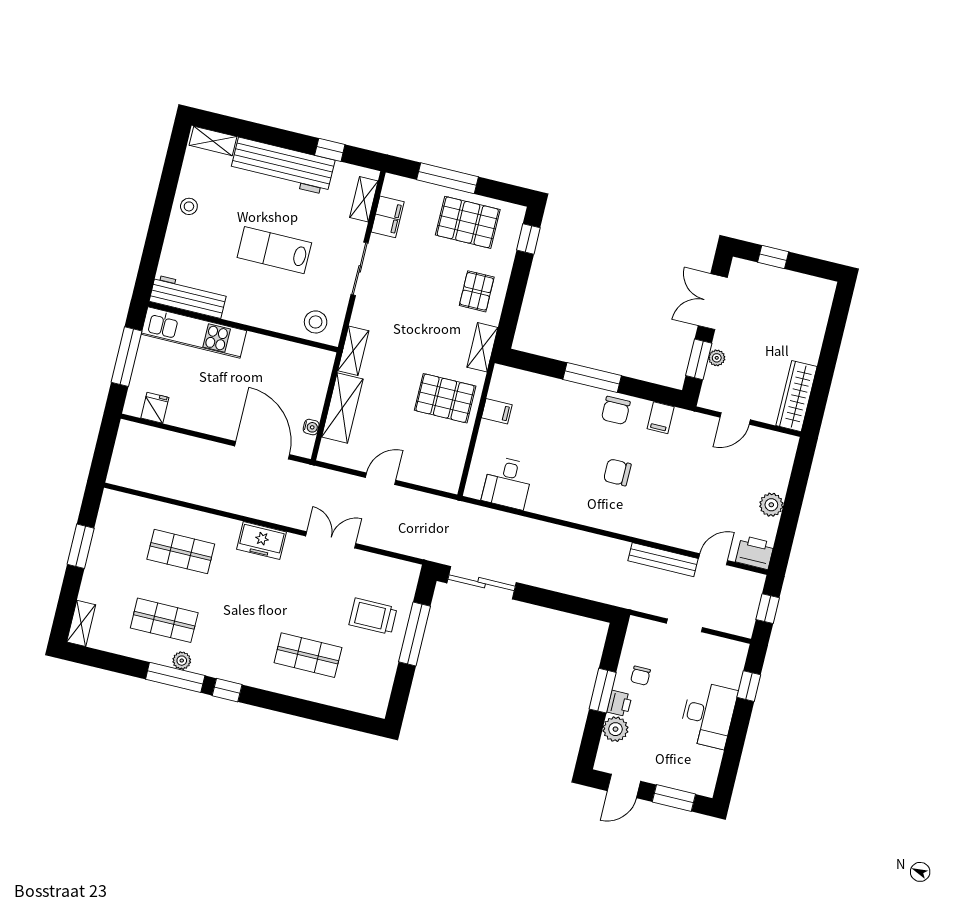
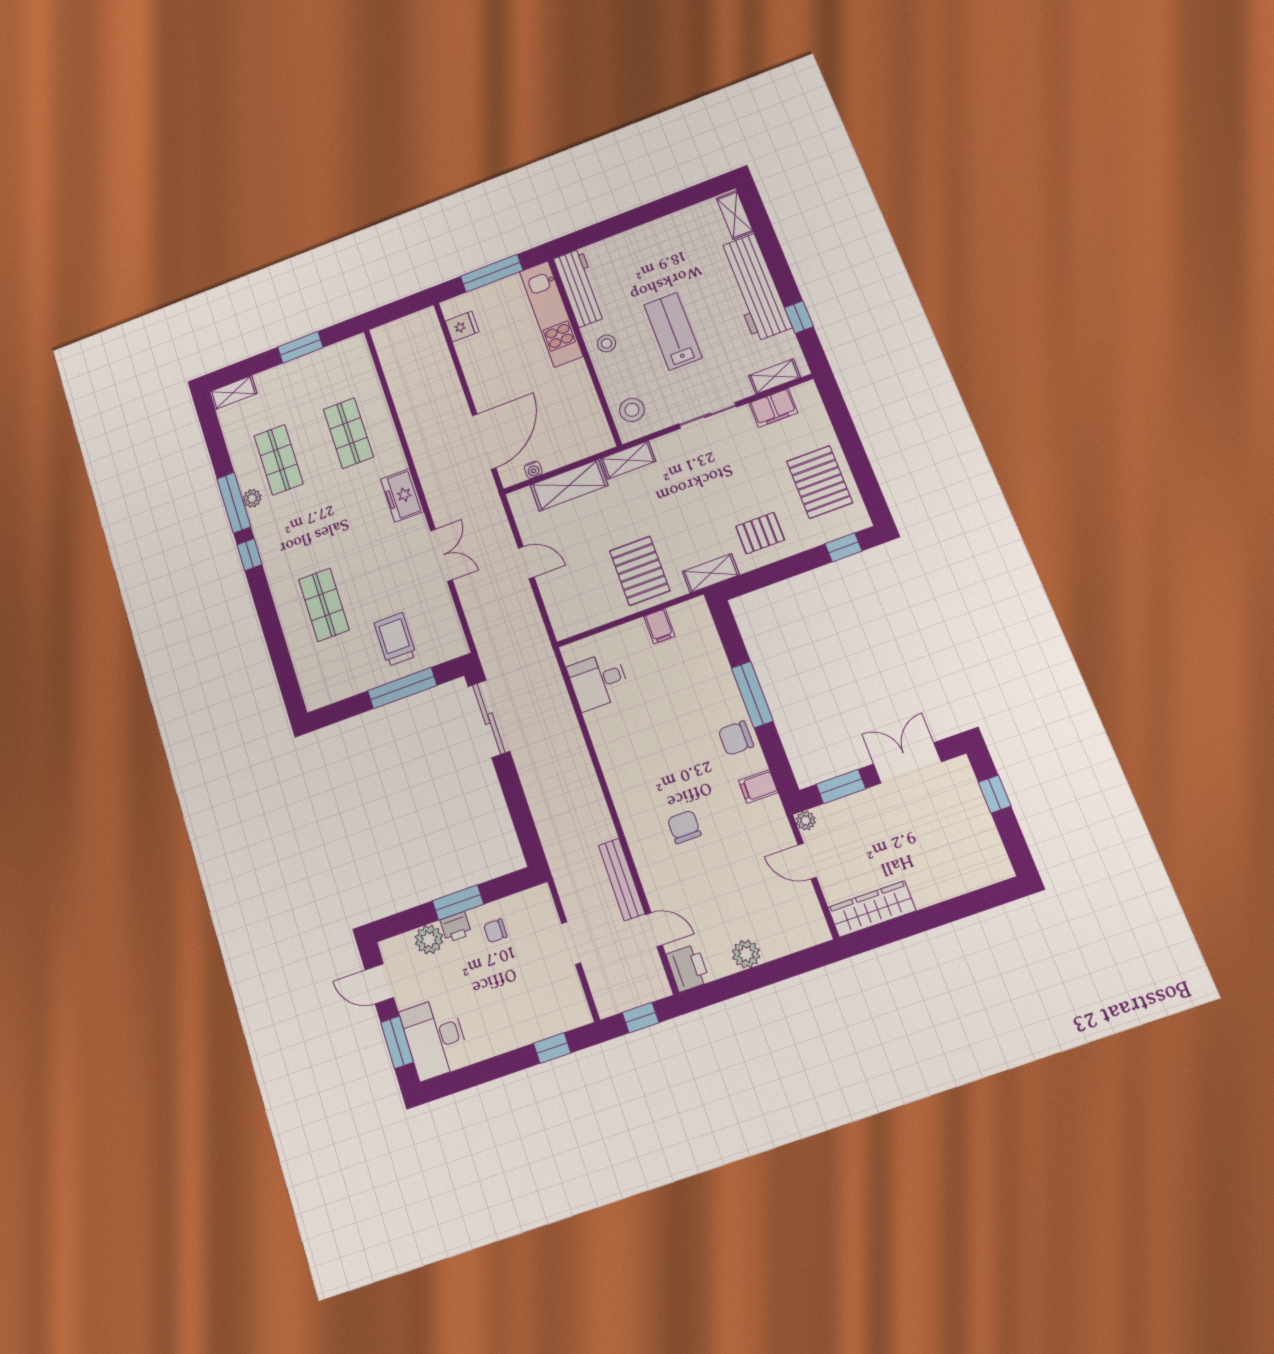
window: (447, 178) -> (848, 436), removed
stool: (189, 206) -> (607, 343), moved
plant: (717, 358) -> (806, 821), moved
chair: (617, 472) -> (684, 827), moved
desk: (708, 715) -> (435, 1038), moved, turned 90

